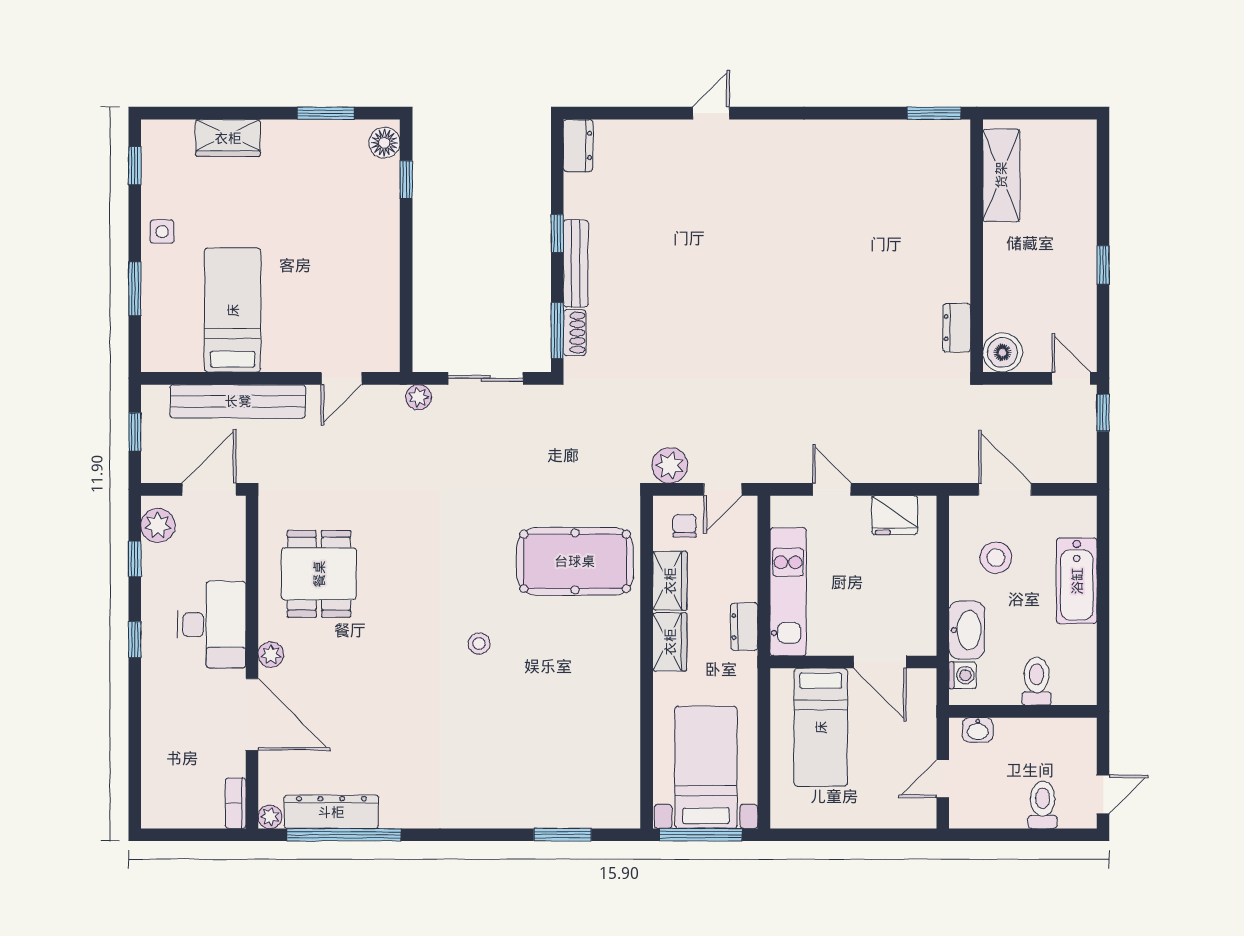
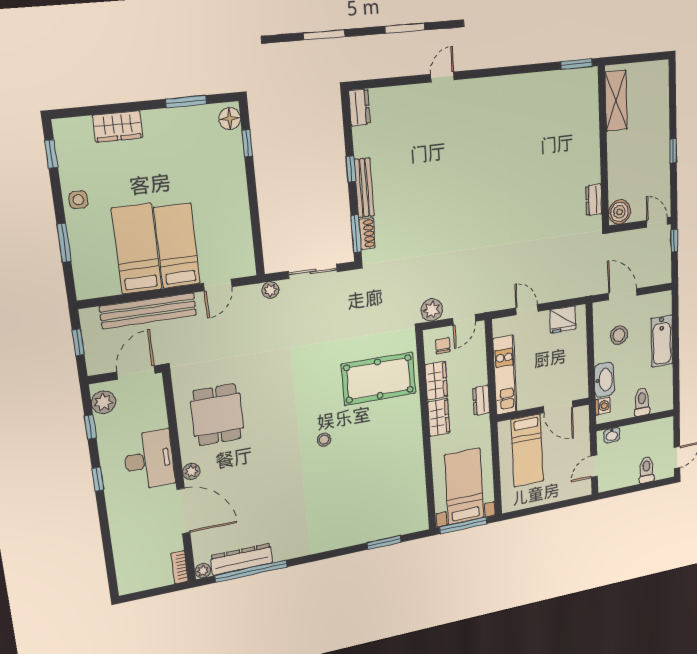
bed: (290, 313) -> (177, 246), added

